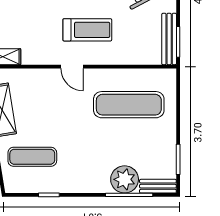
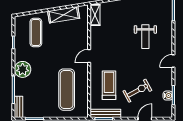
treadmill: (87, 30) -> (109, 85), moved, turned 180
plant: (125, 179) -> (23, 69), moved

